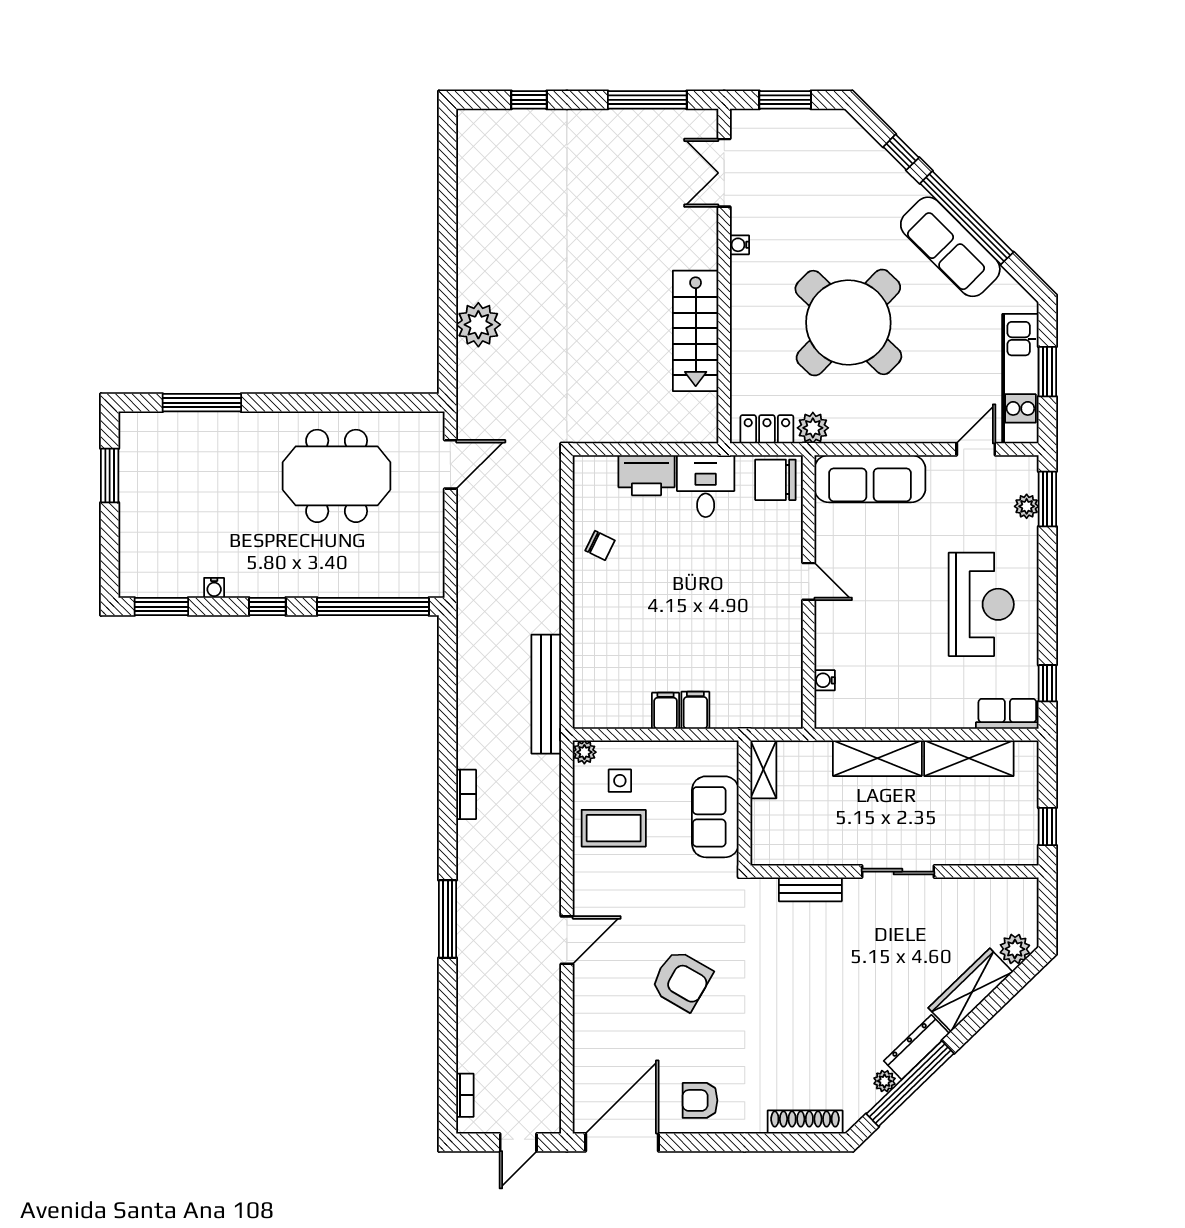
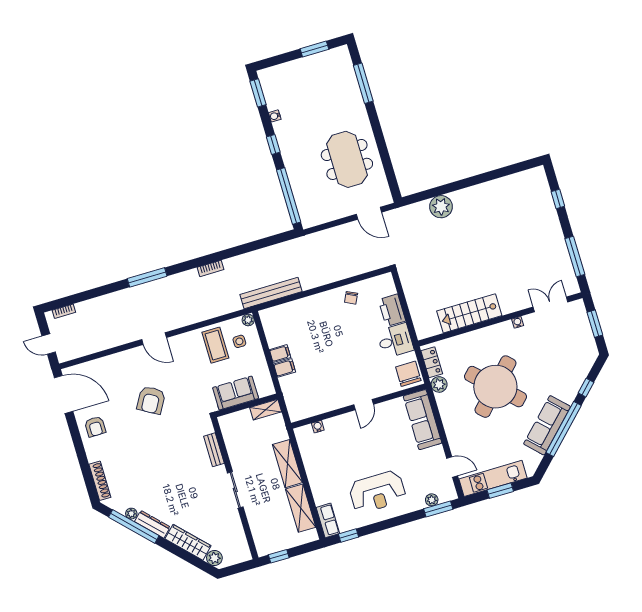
armchair: (700, 1100) -> (95, 427), turned 180

